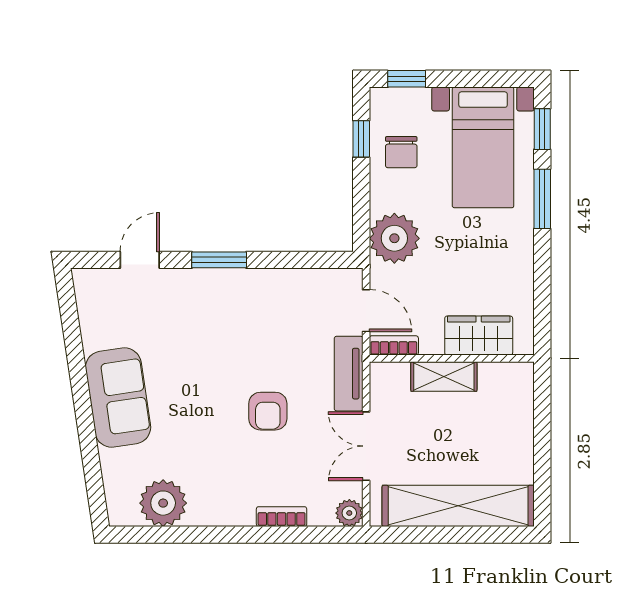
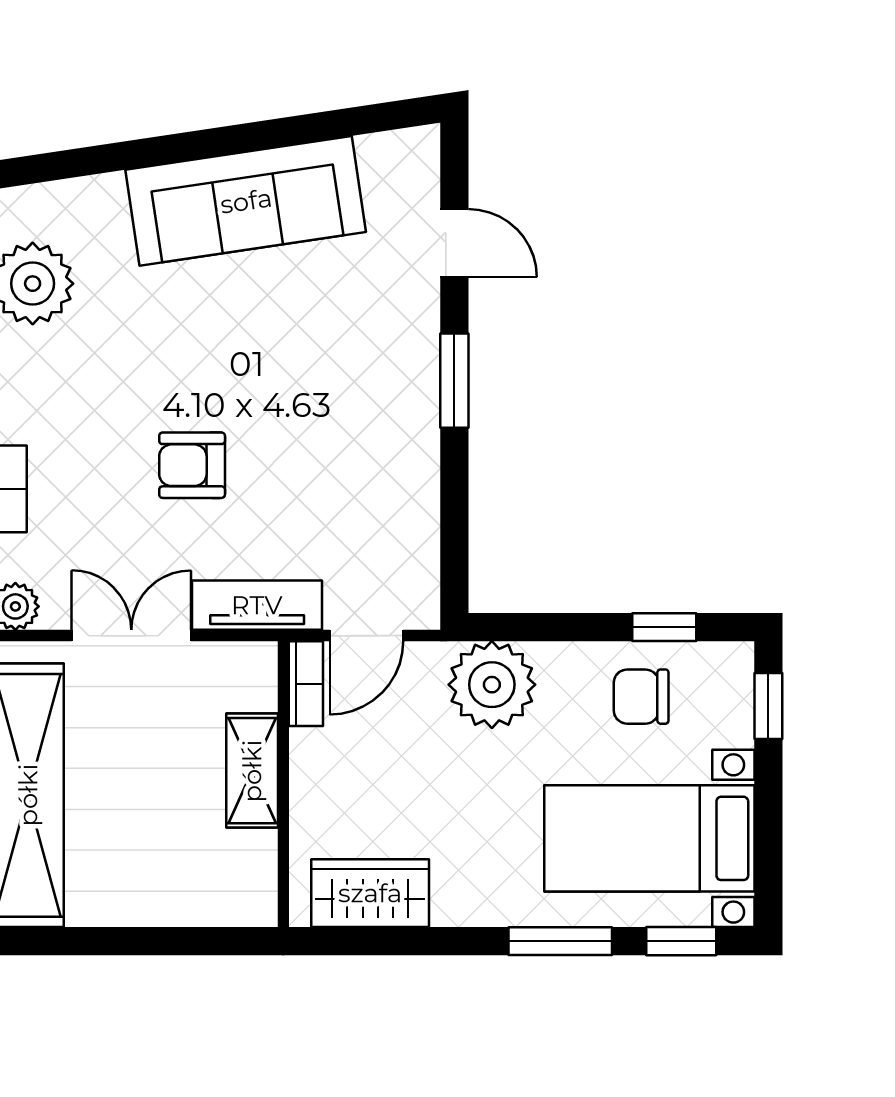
wardrobe: (479, 336) -> (370, 893), moved, turned -90
sofa: (118, 398) -> (246, 201), width x1.36

